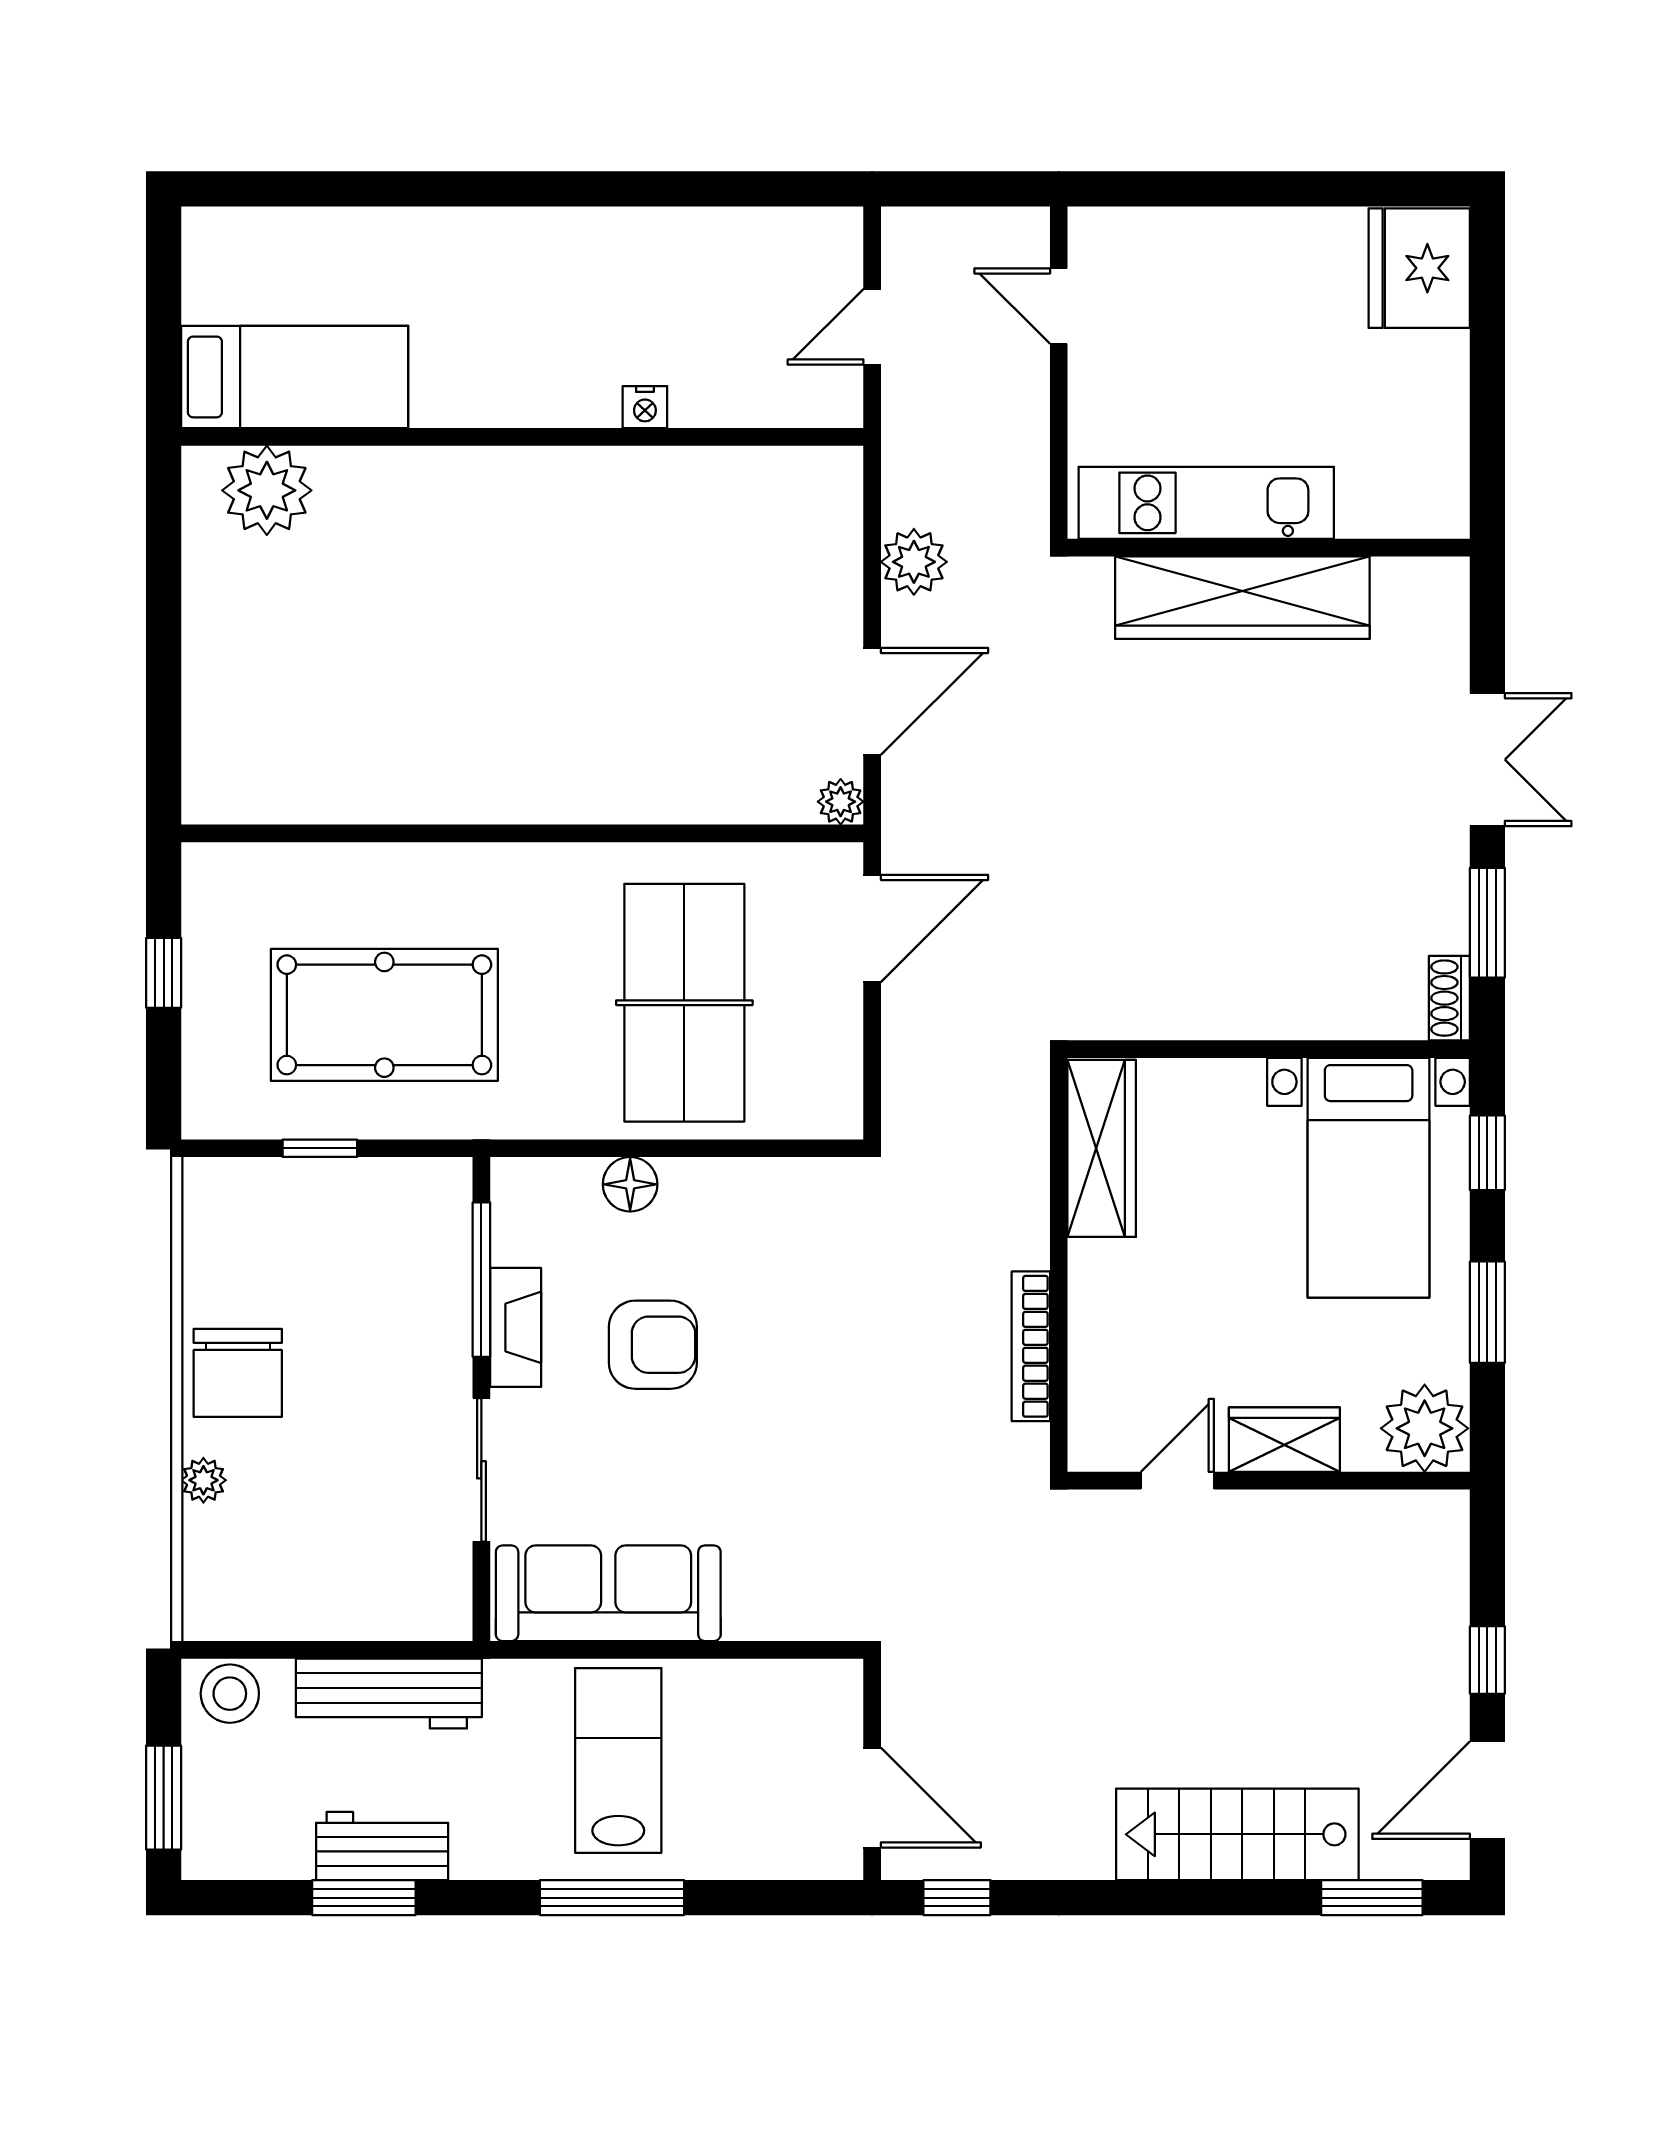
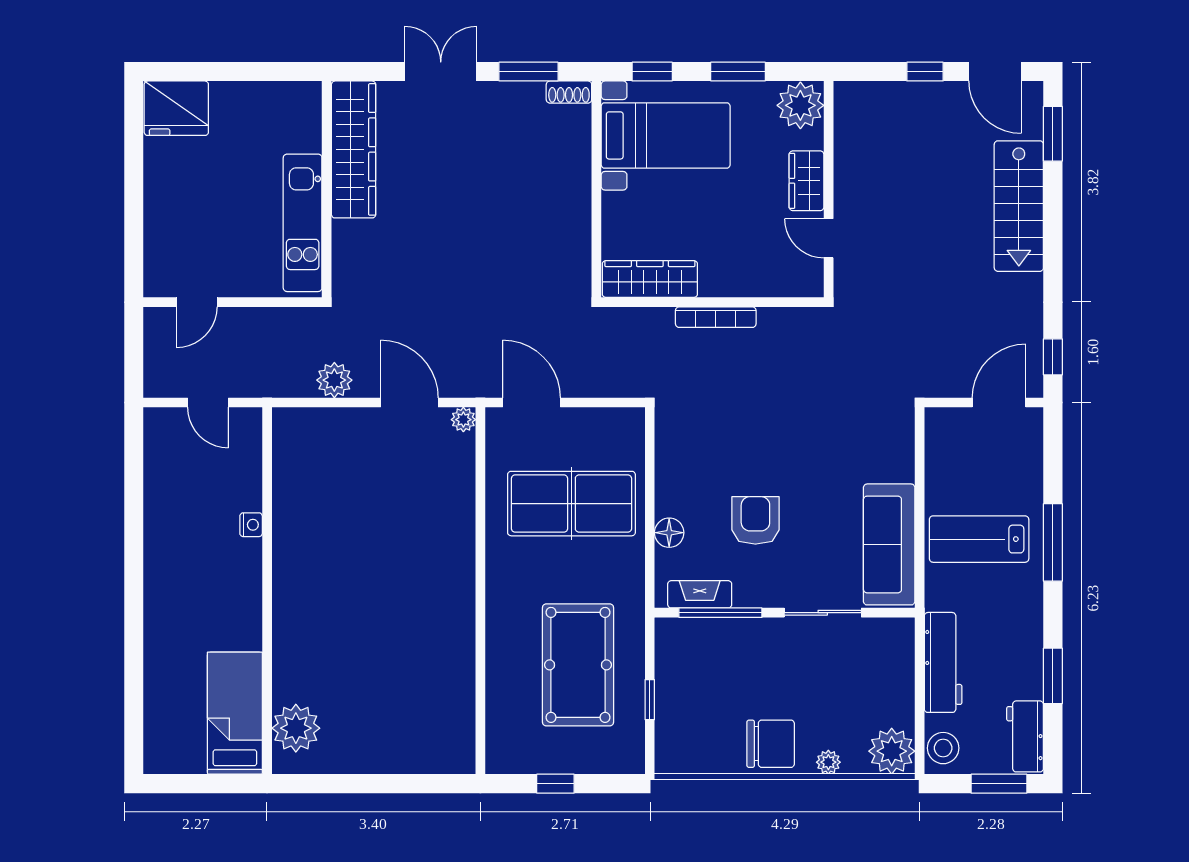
wardrobe: (1242, 598) -> (354, 149), moved
fireplace: (516, 1327) -> (700, 594), moved
bookcase: (1031, 1346) -> (716, 317), moved
plant: (224, 1598) -> (892, 751), added
workbench: (382, 1846) -> (1025, 736), moved

